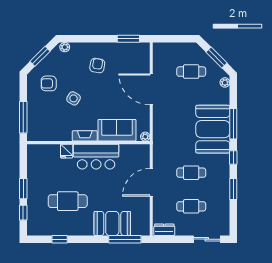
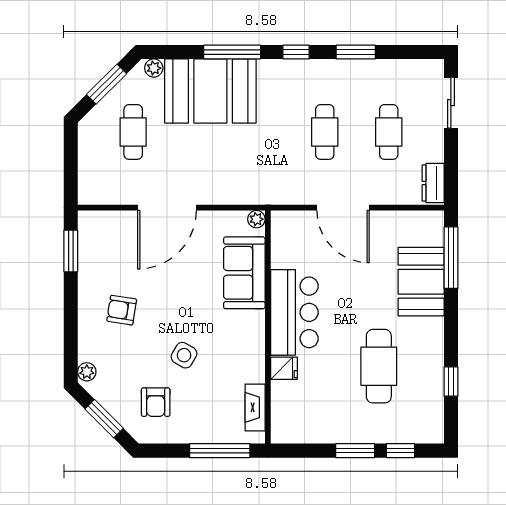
booth: (213, 129) -> (210, 91), moved
fireplace: (85, 136) -> (255, 407), moved

